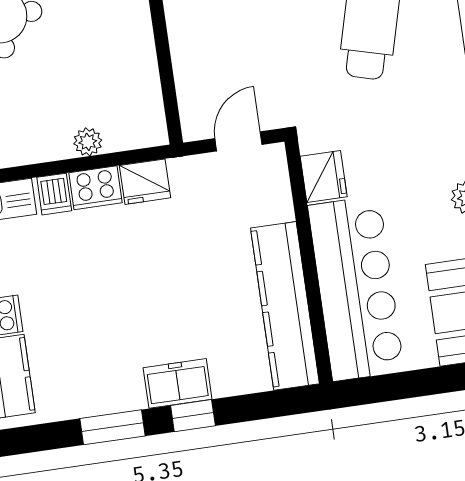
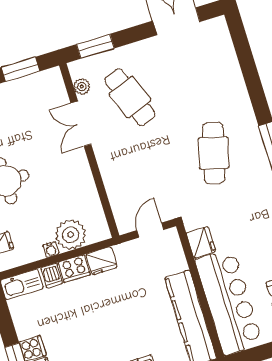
plant: (88, 142) -> (71, 235), width x1.87, depth x1.87
water cooler: (60, 148) -> (51, 250), added

